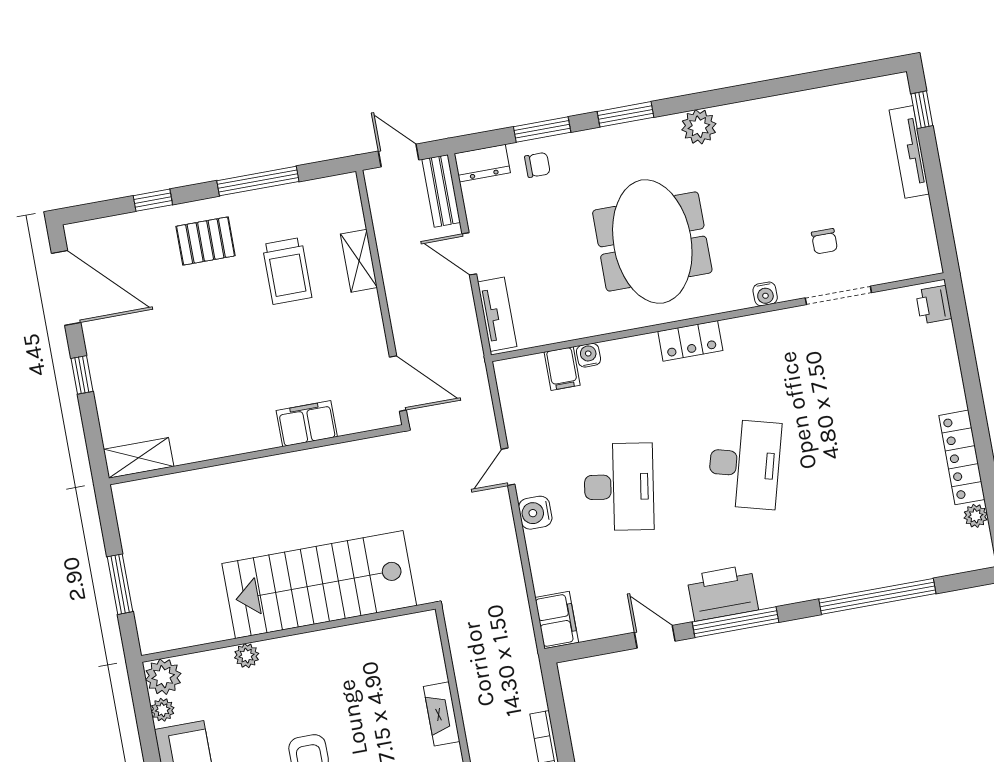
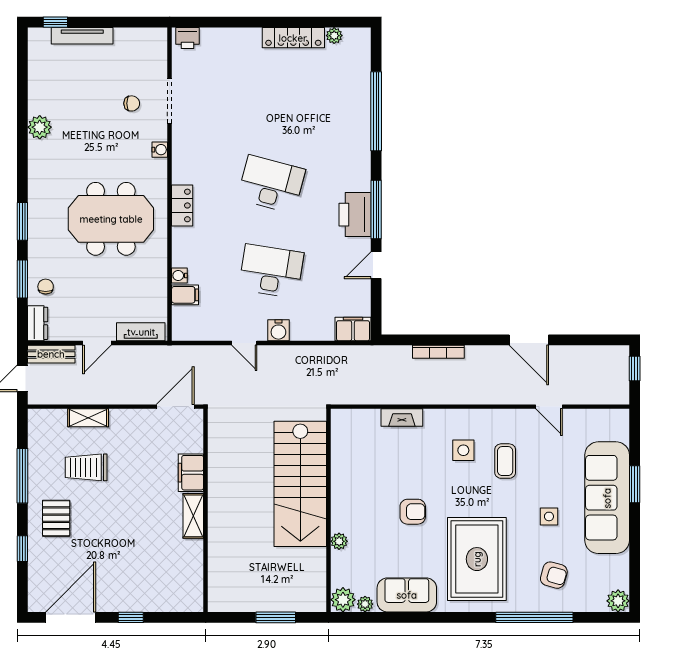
plant: (699, 127) -> (40, 127), moved
trolley: (287, 271) -> (86, 467), turned 180
shelving: (139, 458) -> (193, 516), moved

